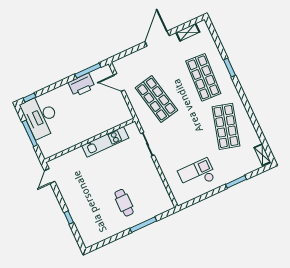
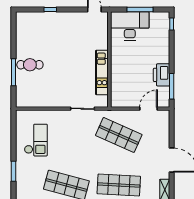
shop shelf: (156, 99) -> (119, 135), turned 36
desk: (41, 116) -> (130, 26), moved
cafe table: (124, 203) -> (30, 65), moved

